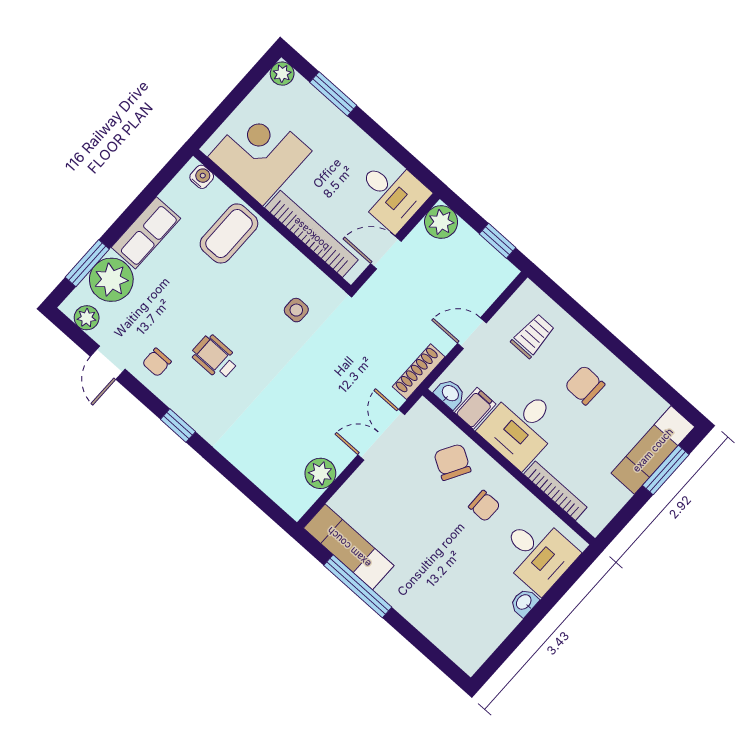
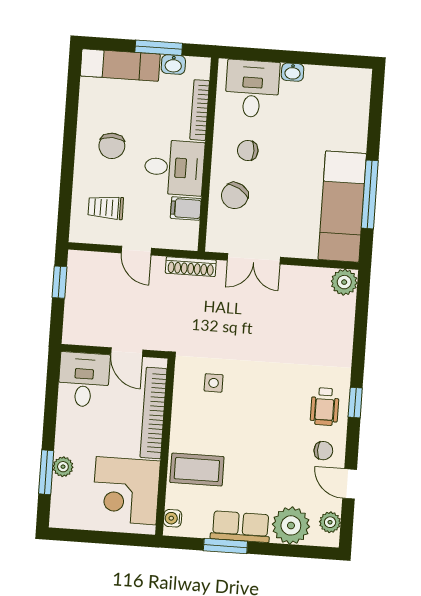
plant: (282, 74) -> (63, 467), moved
plant: (441, 222) -> (77, 331), removed
window: (87, 263) -> (225, 546), moved
wheelchair: (215, 357) -> (325, 407), moved
door: (108, 363) -> (350, 484), swing flipped
washbasin: (450, 394) -> (173, 65), moved, turned -90
window: (666, 470) -> (159, 48), moved
plant: (320, 473) -> (344, 282), moved
chair: (484, 506) -> (248, 151), turned -90
exam couch: (349, 547) -> (342, 207), width x1.36, depth x1.45

